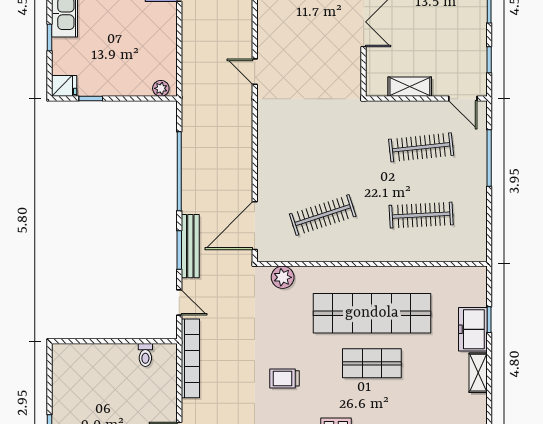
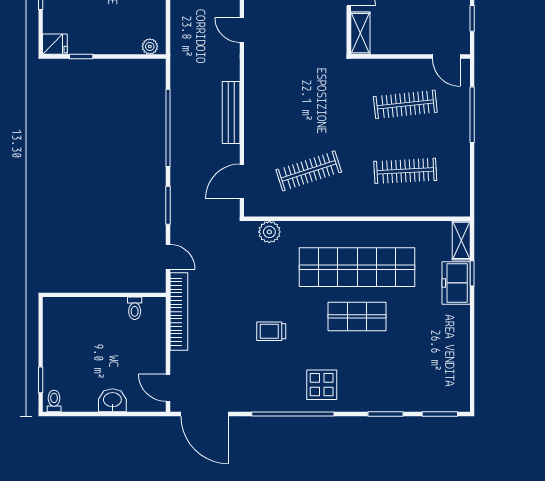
shelving: (410, 87) -> (360, 33), moved, turned 90
door: (255, 226) -> (242, 181), width x0.73
bench: (190, 246) -> (231, 112), moved
shelving: (478, 373) -> (461, 240), moved

